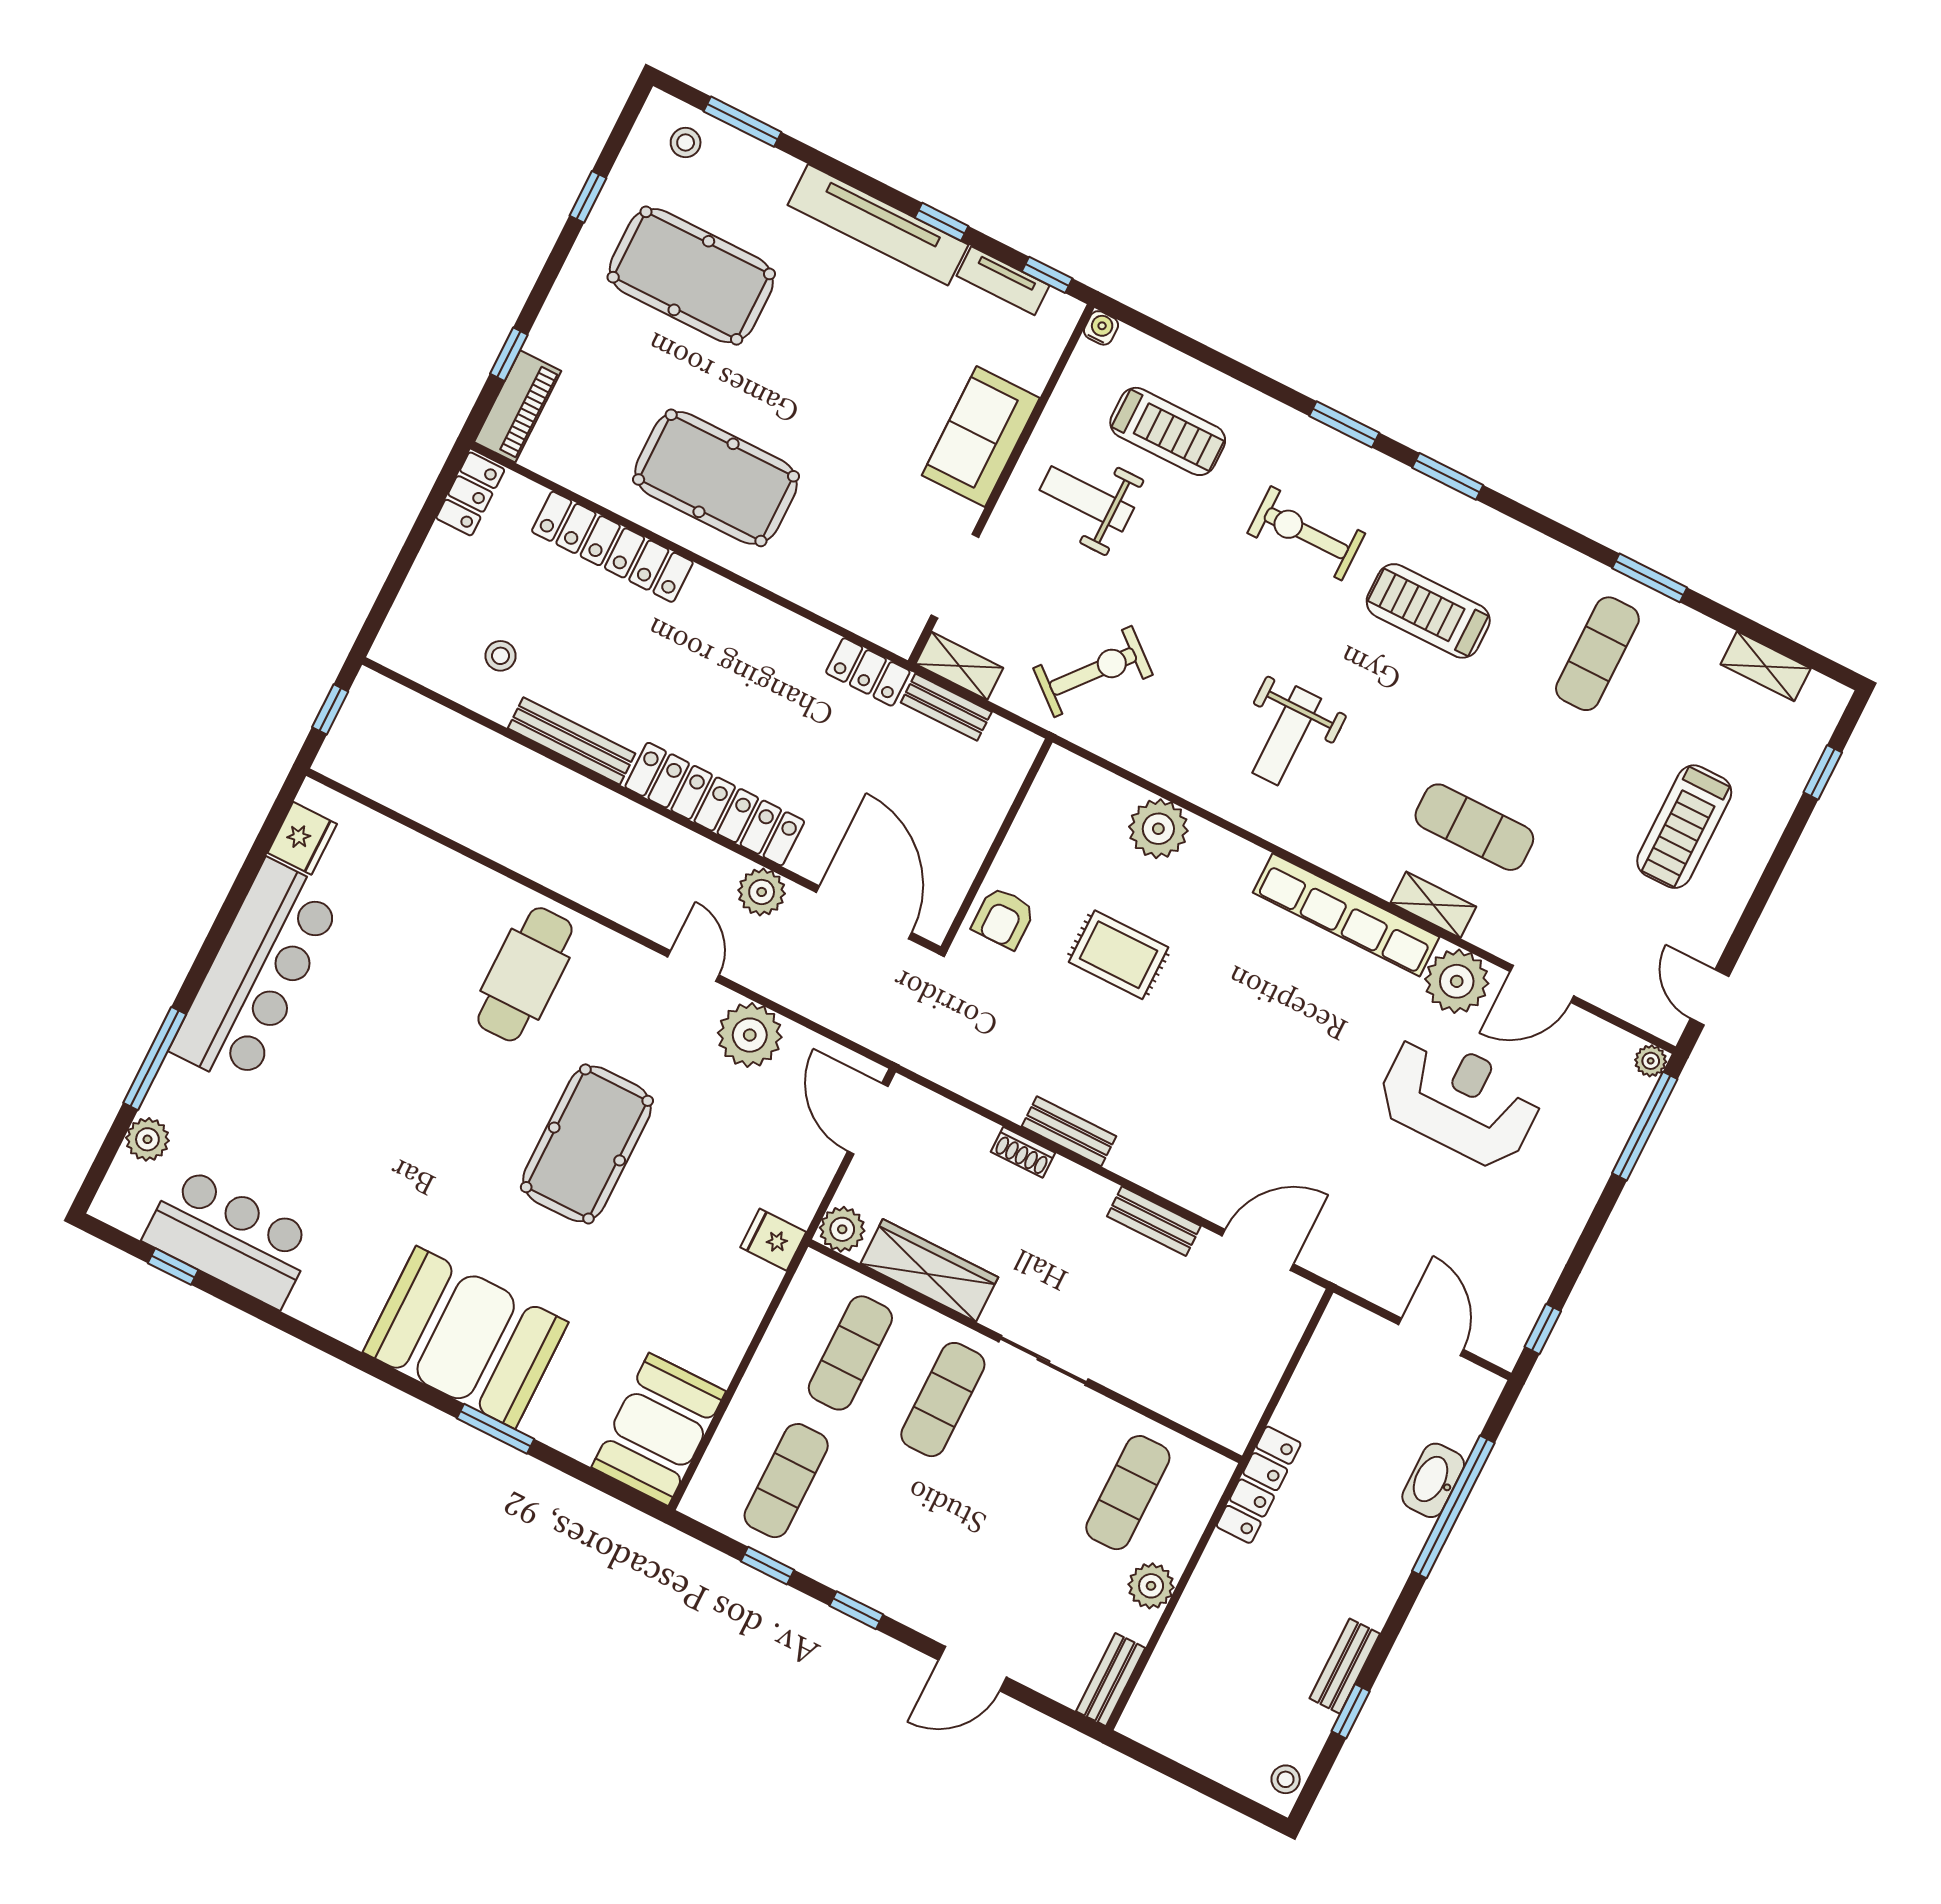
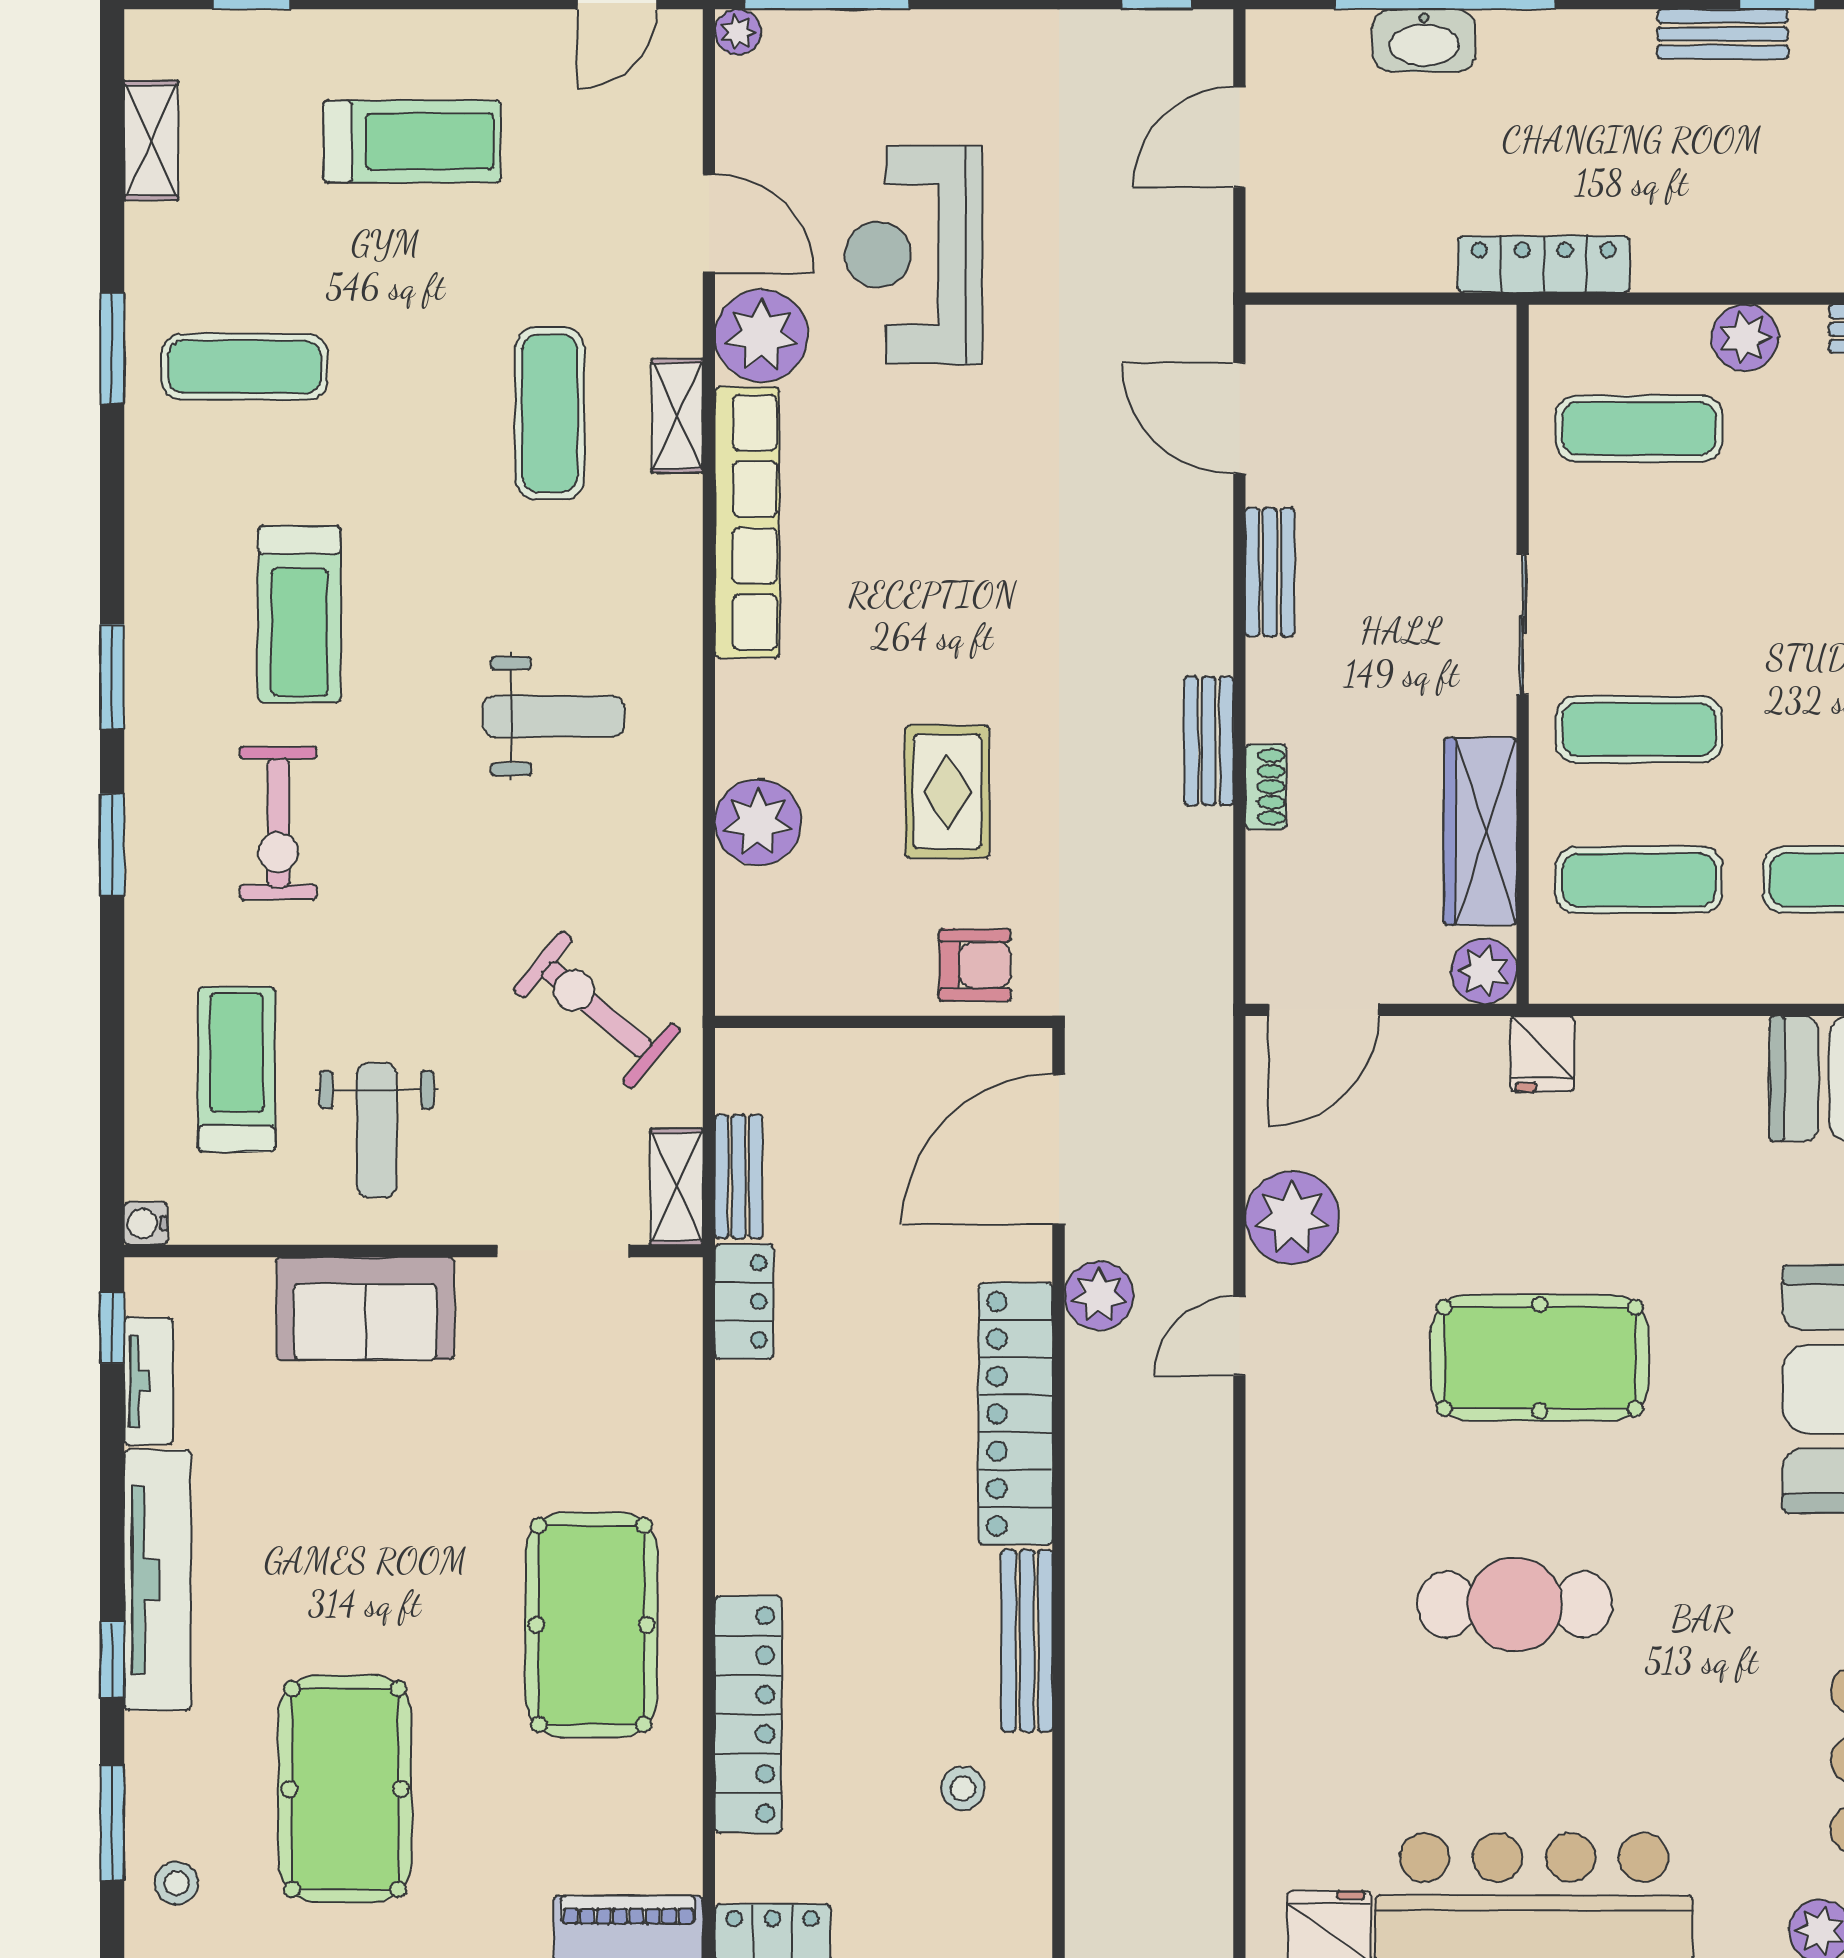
window: (942, 222) -> (112, 1659), moved
cafe table: (525, 974) -> (1515, 1605), moved

